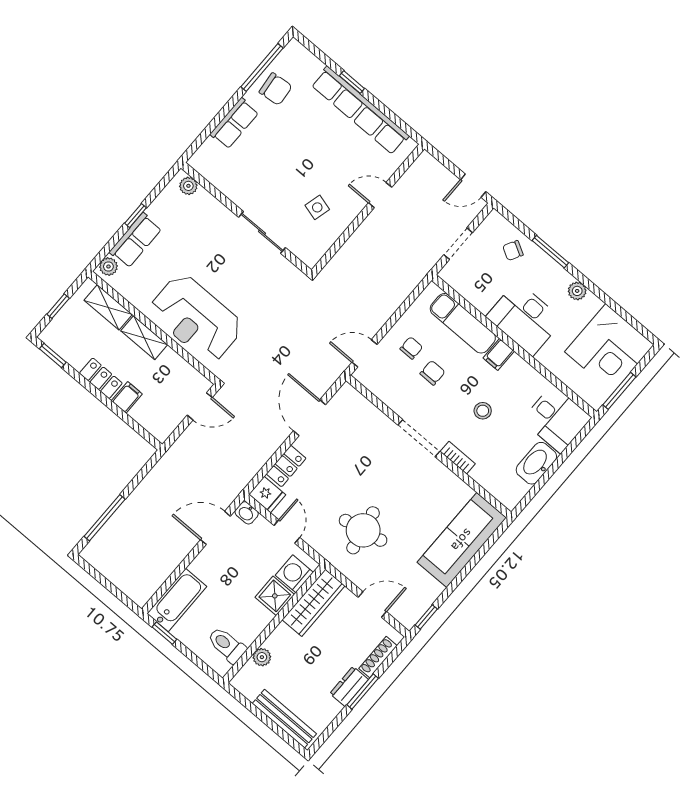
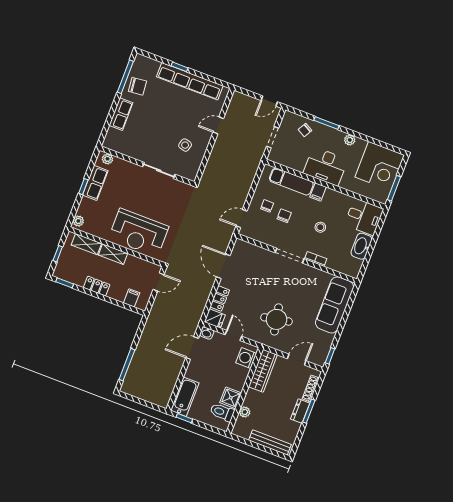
row of seats: (136, 240) -> (95, 183), moved
filing cabinet: (127, 397) -> (132, 298), moved
shower: (275, 596) -> (231, 398), moved

